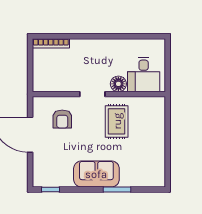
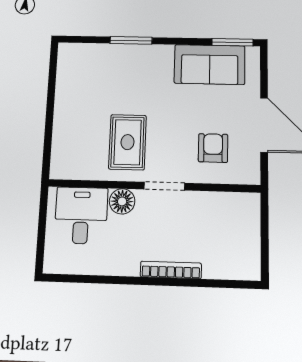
bookcase: (51, 43) -> (171, 270), moved
sofa: (96, 174) -> (210, 64), moved
window: (50, 189) -> (233, 42), width x1.50

